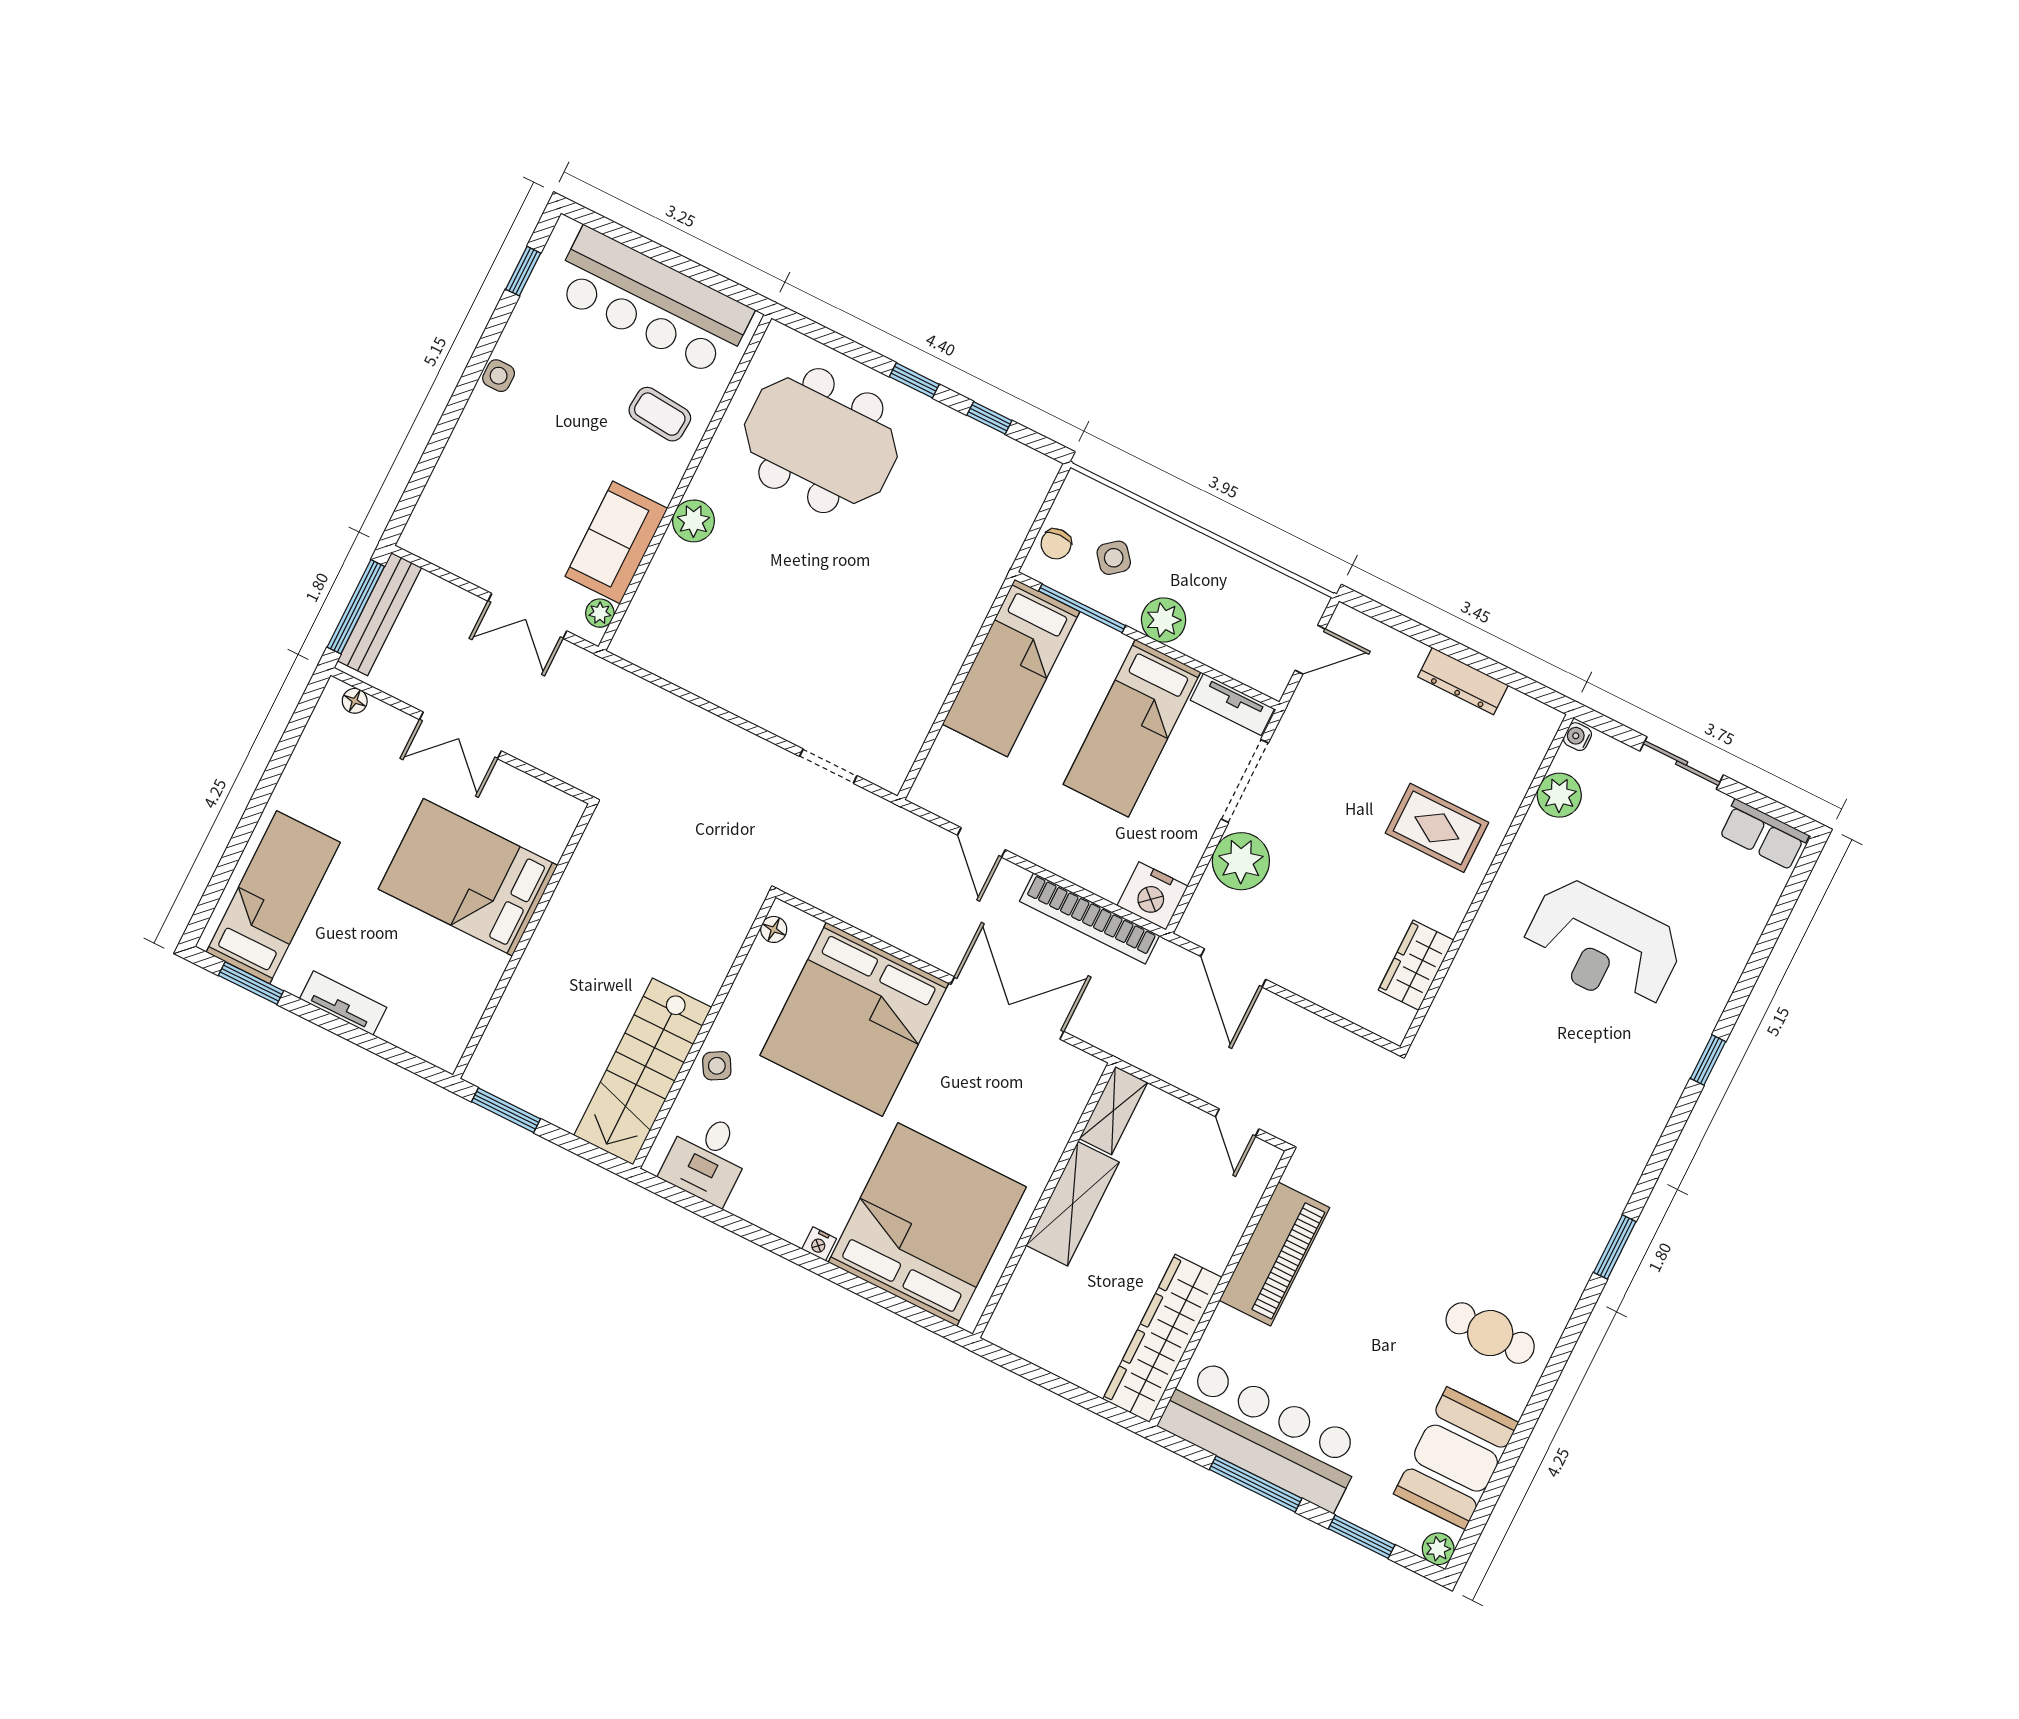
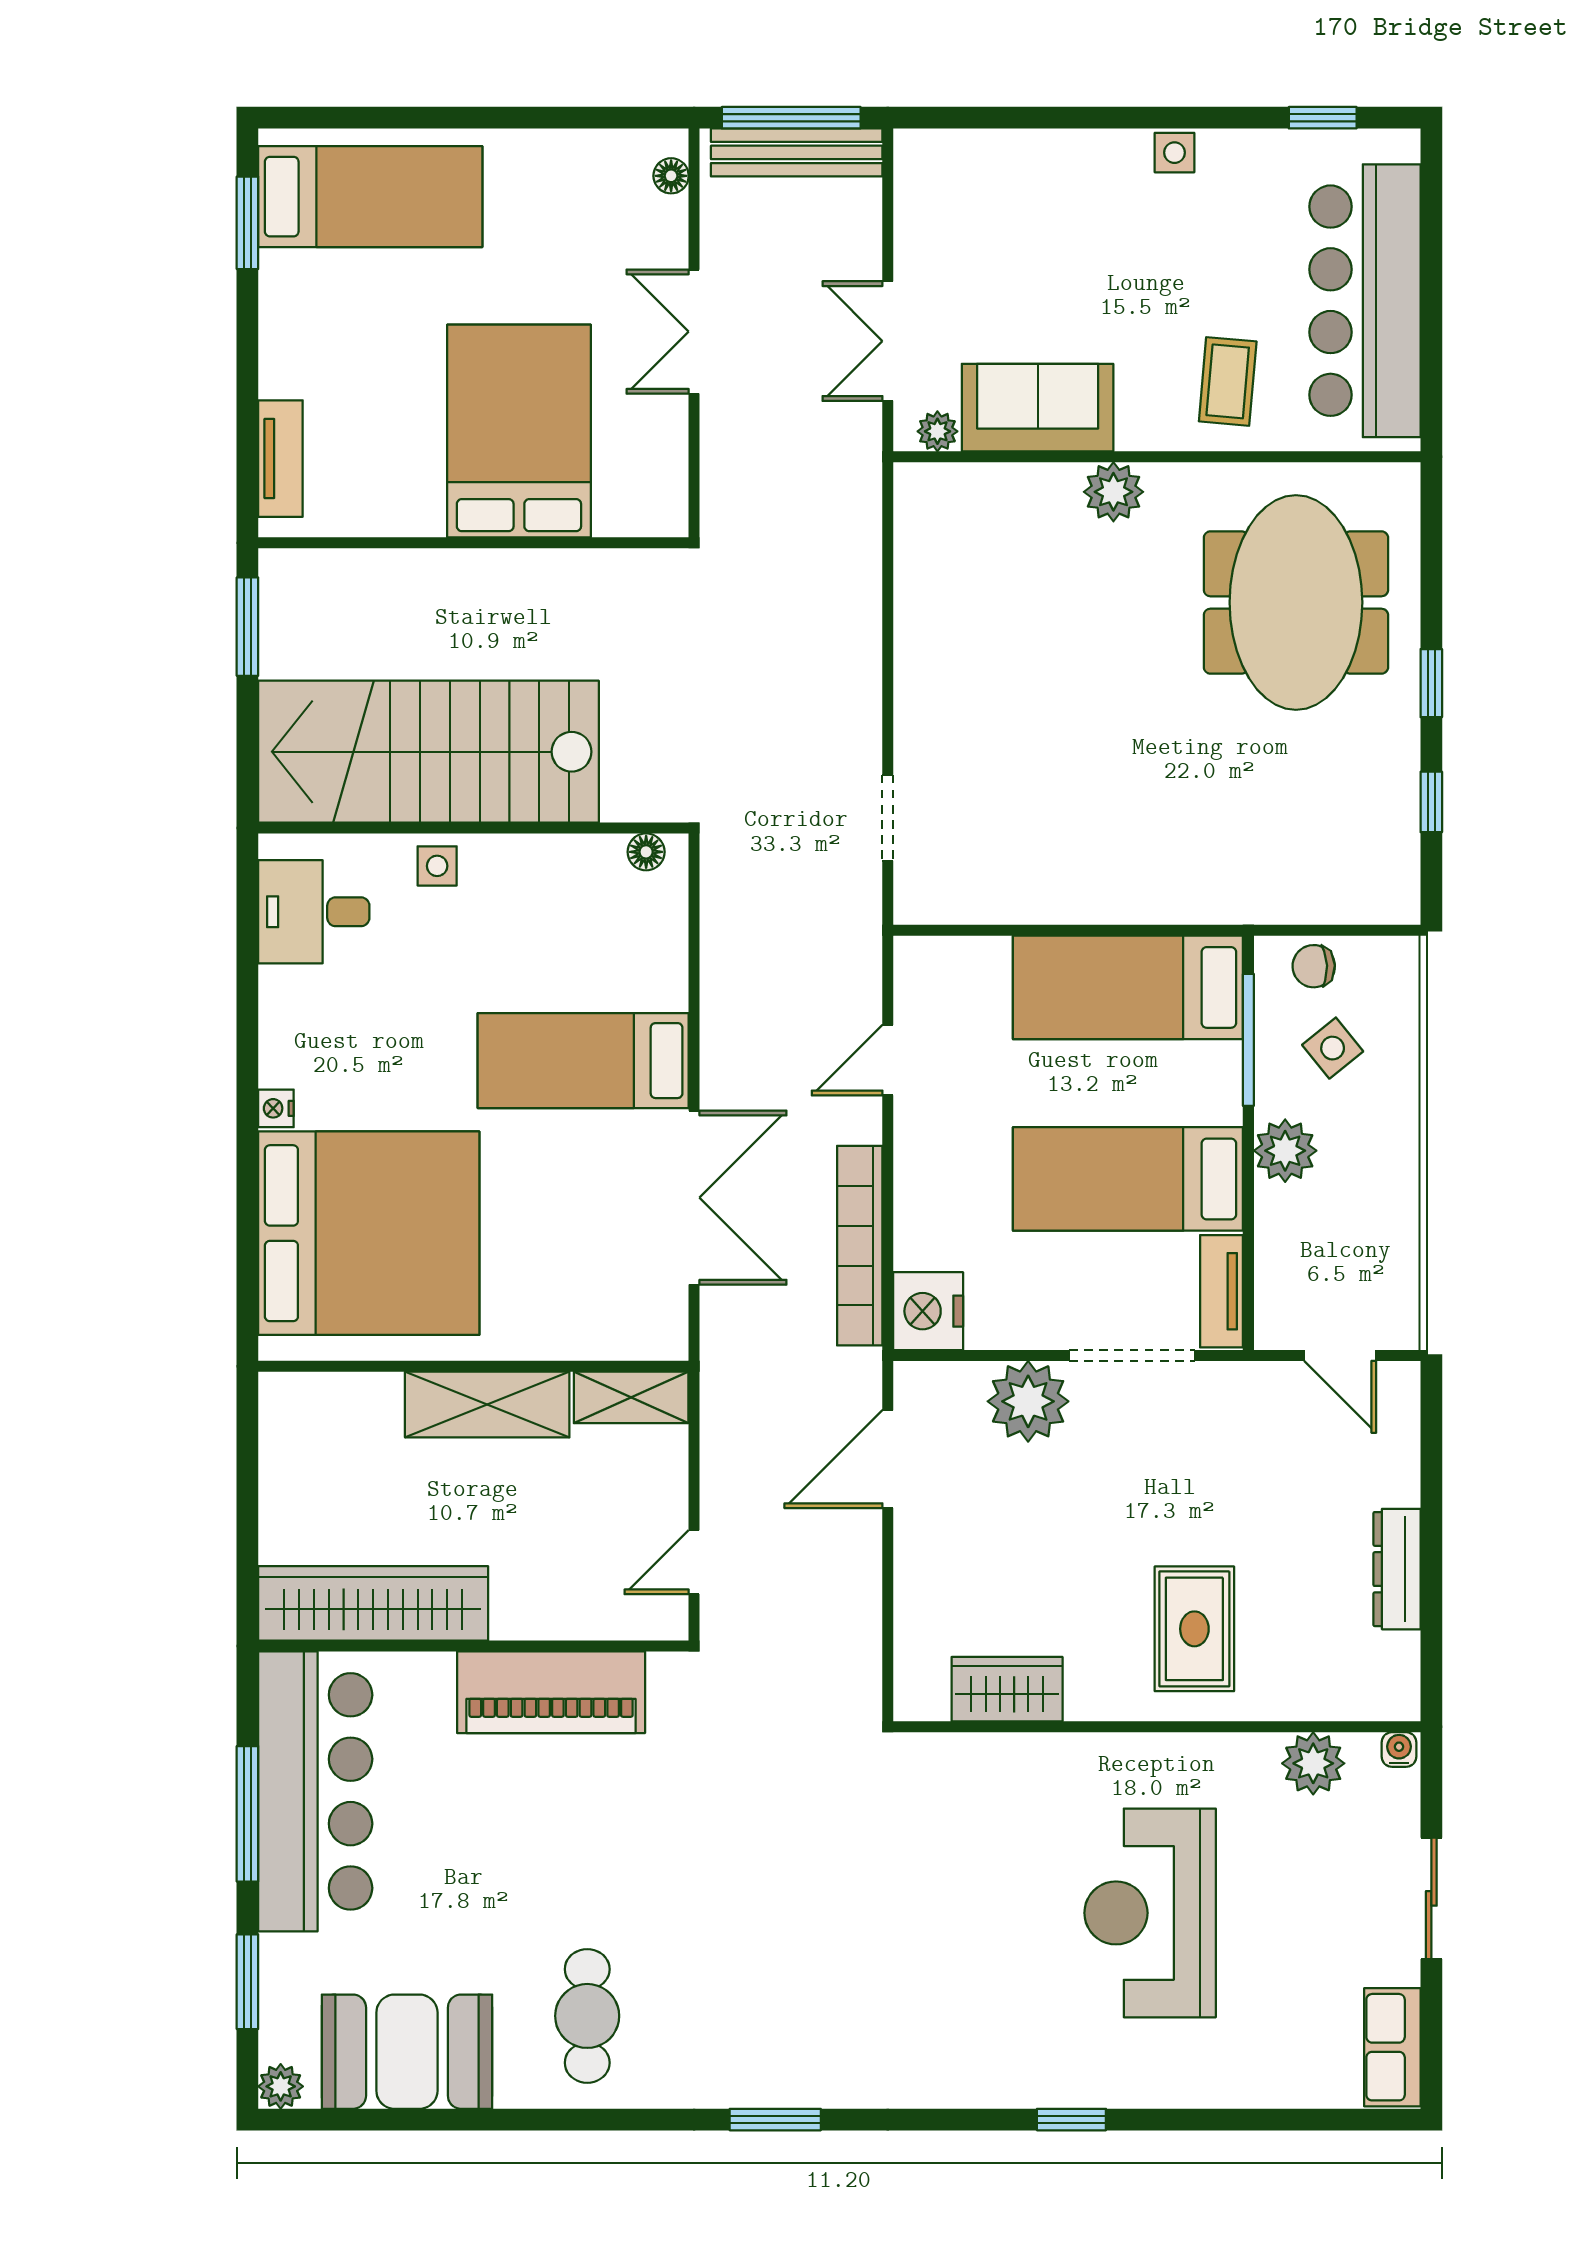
tv unit: (343, 1003) -> (280, 459), moved
bed: (854, 1019) -> (583, 1061), width x0.49
side table: (717, 1066) -> (437, 866), turned 30
stairs: (643, 1071) -> (428, 752), width x1.36, depth x1.51

